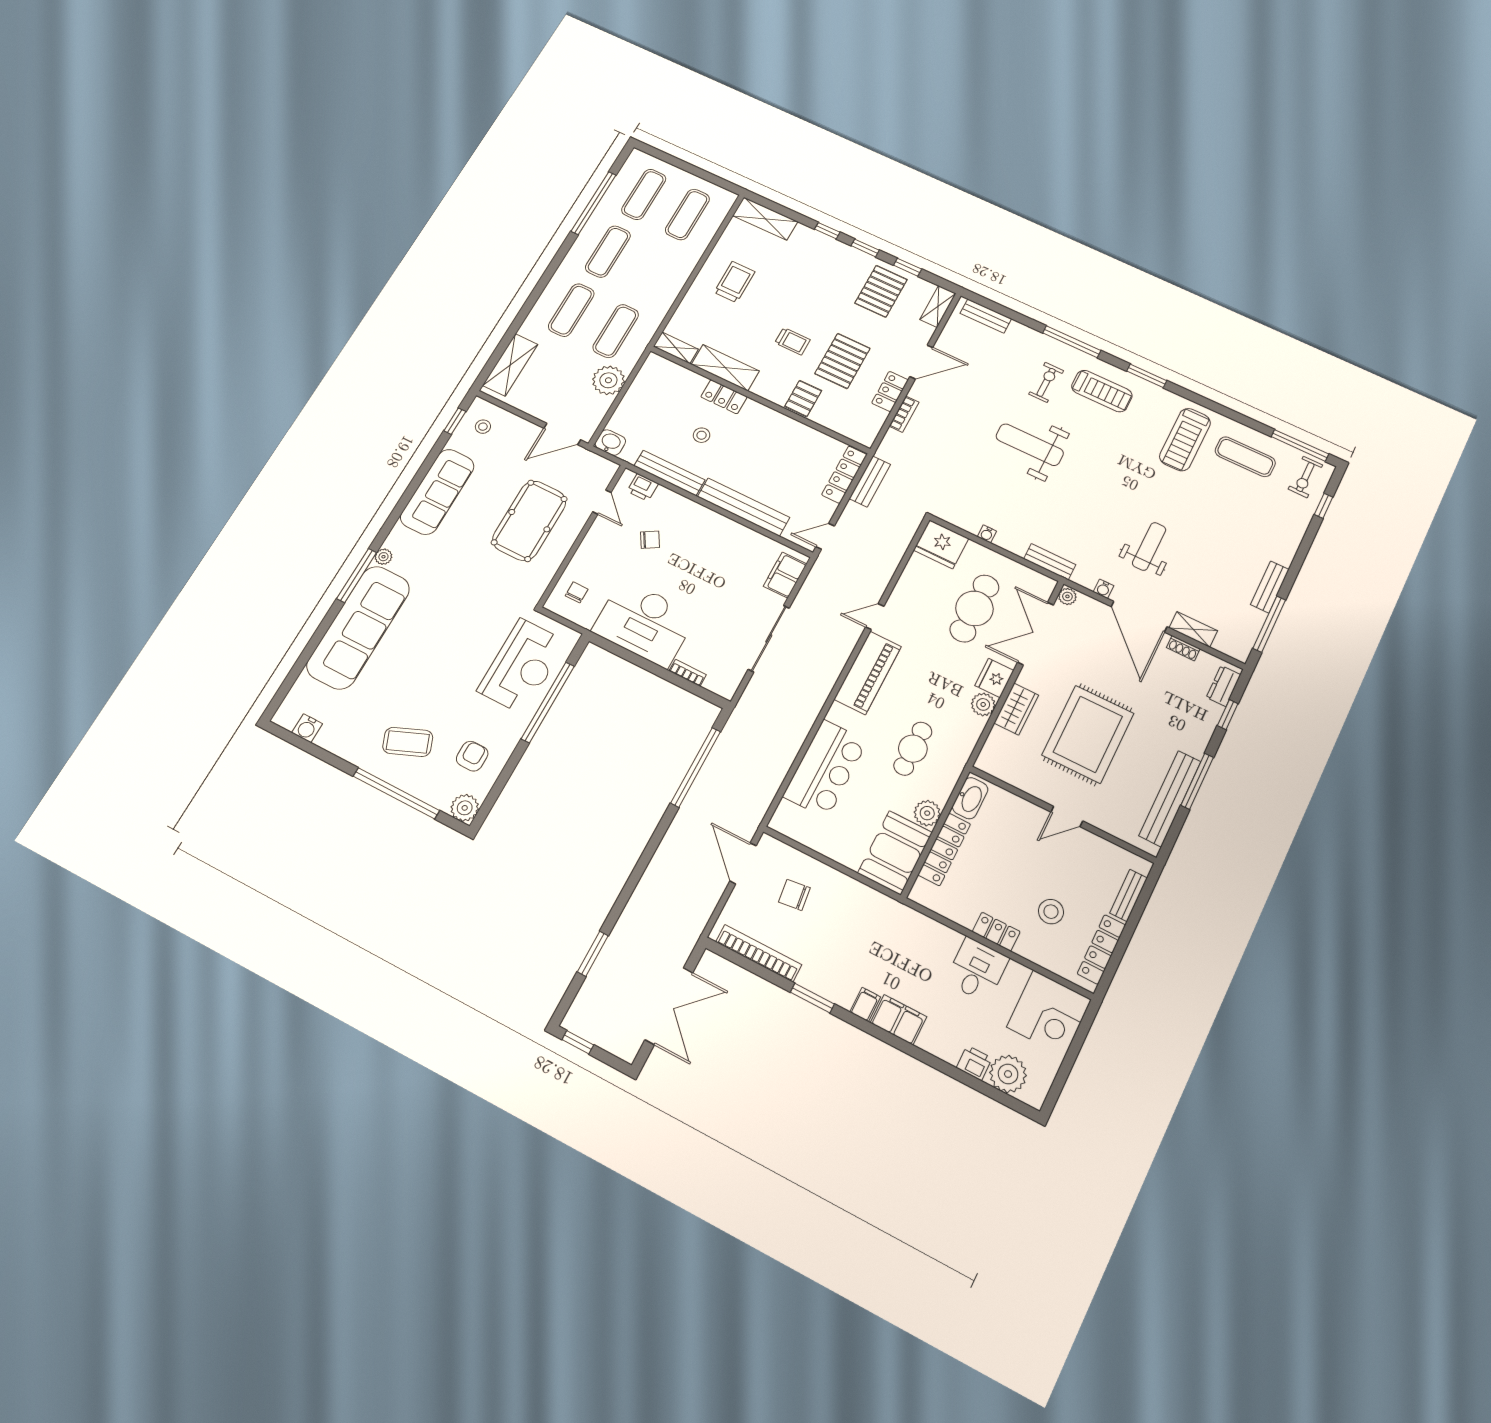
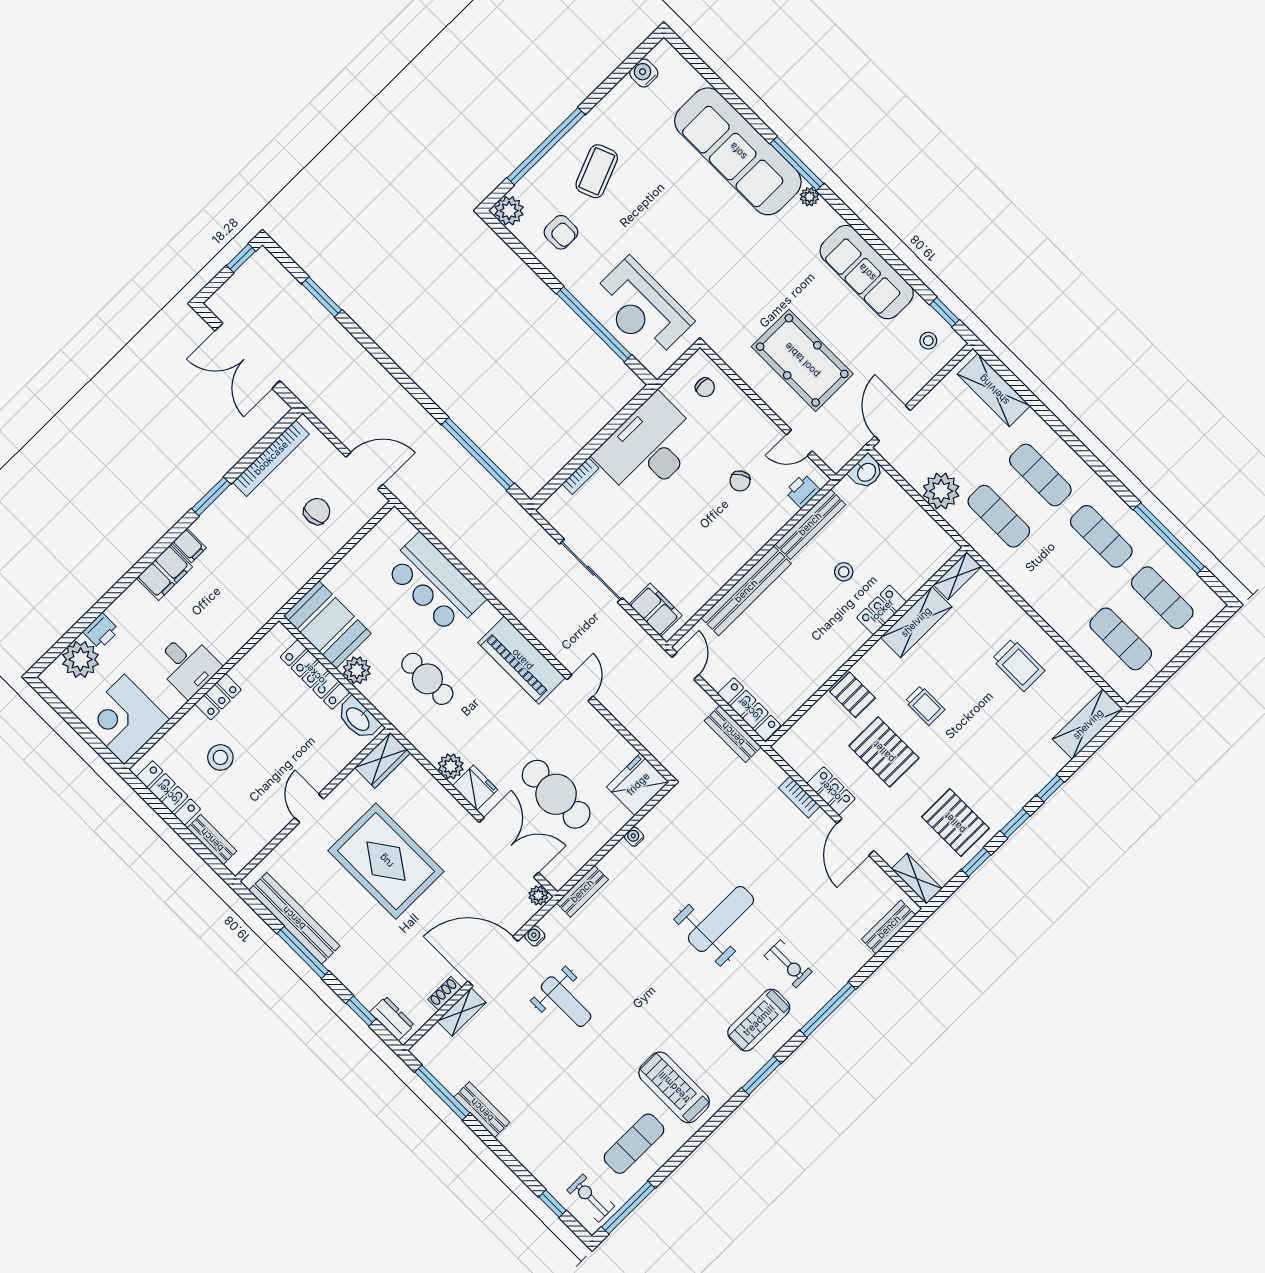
trolley: (793, 341) -> (925, 705), turned -90
wardrobe: (1016, 709) -> (382, 760), moved, turned -90

